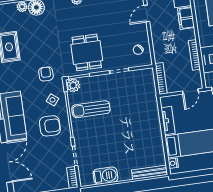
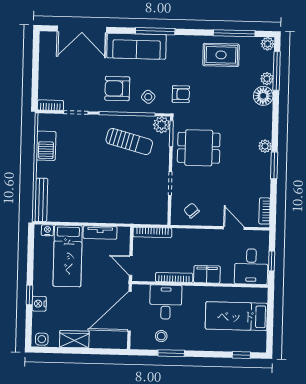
filing cabinet: (186, 18) -> (207, 274), moved
sun lounger: (91, 109) -> (129, 142), turned 105
armchair: (50, 126) -> (117, 89), turned 90

